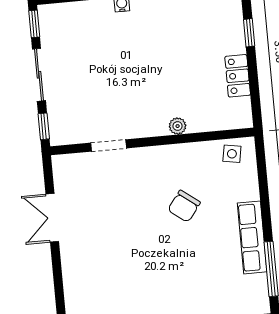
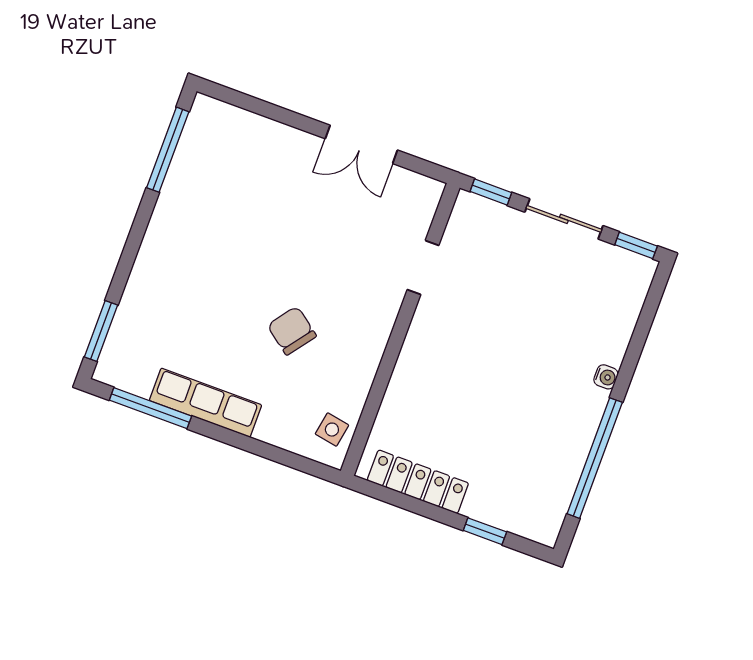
locker: (238, 76) -> (418, 482), width x1.53
plant: (178, 126) -> (405, 374), removed
double door: (52, 218) -> (361, 144), swing flipped

